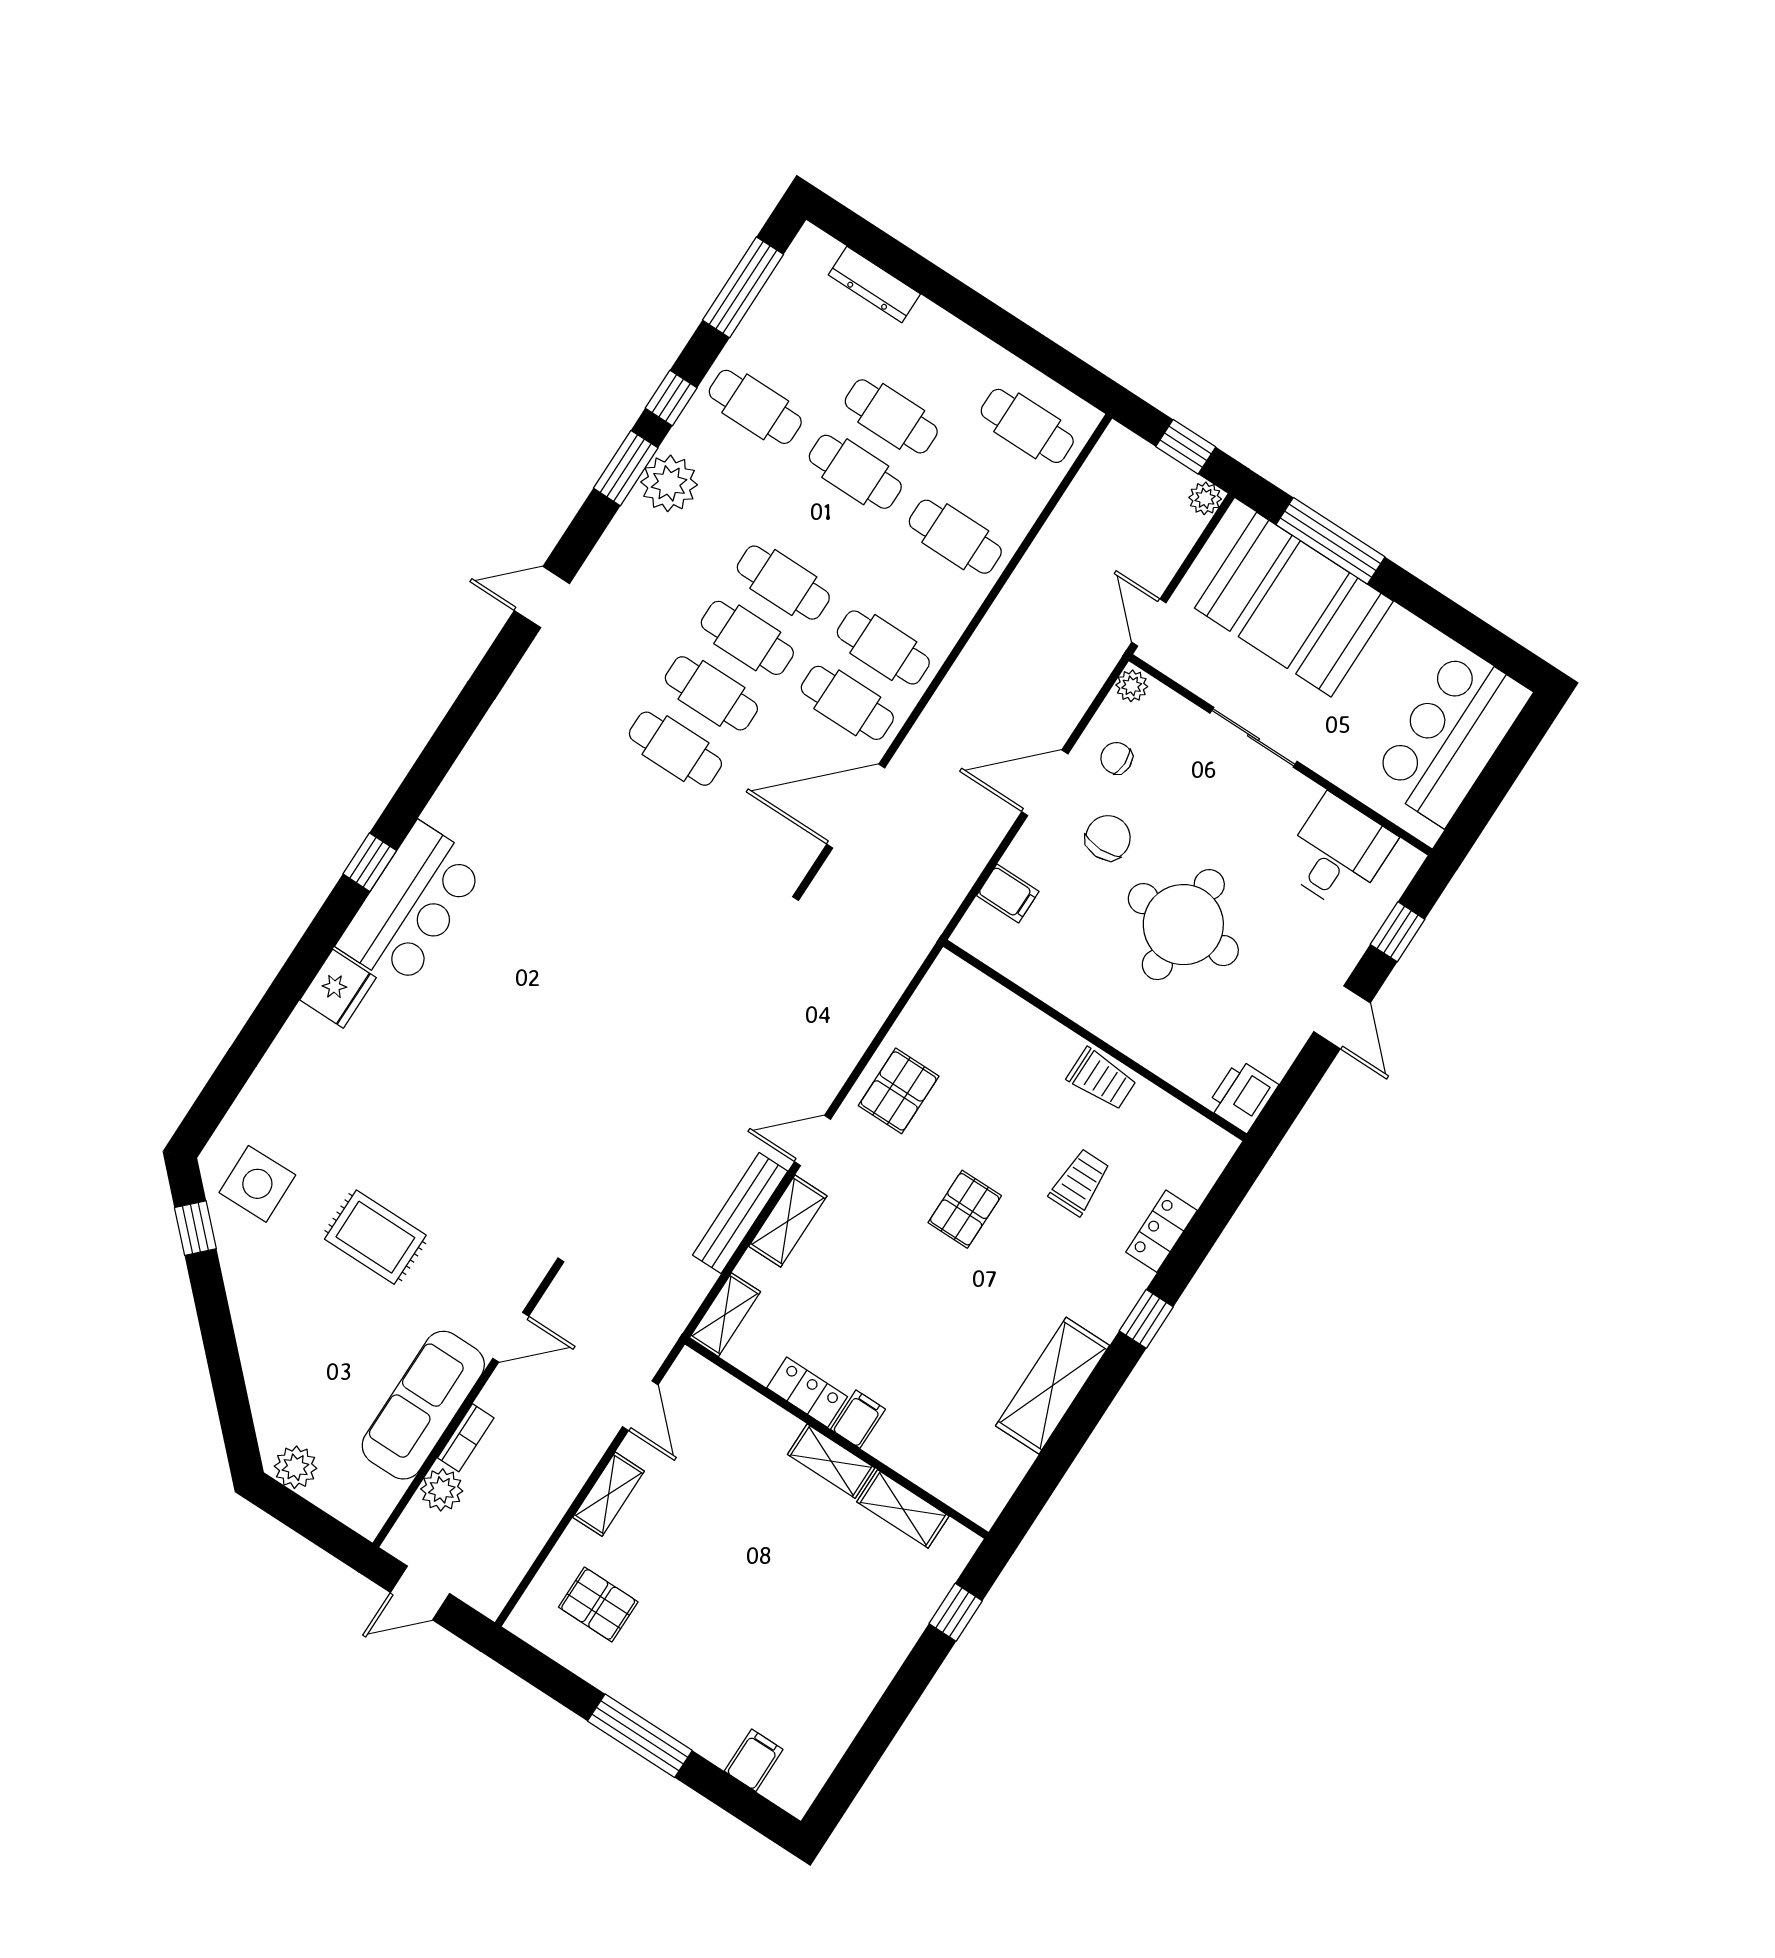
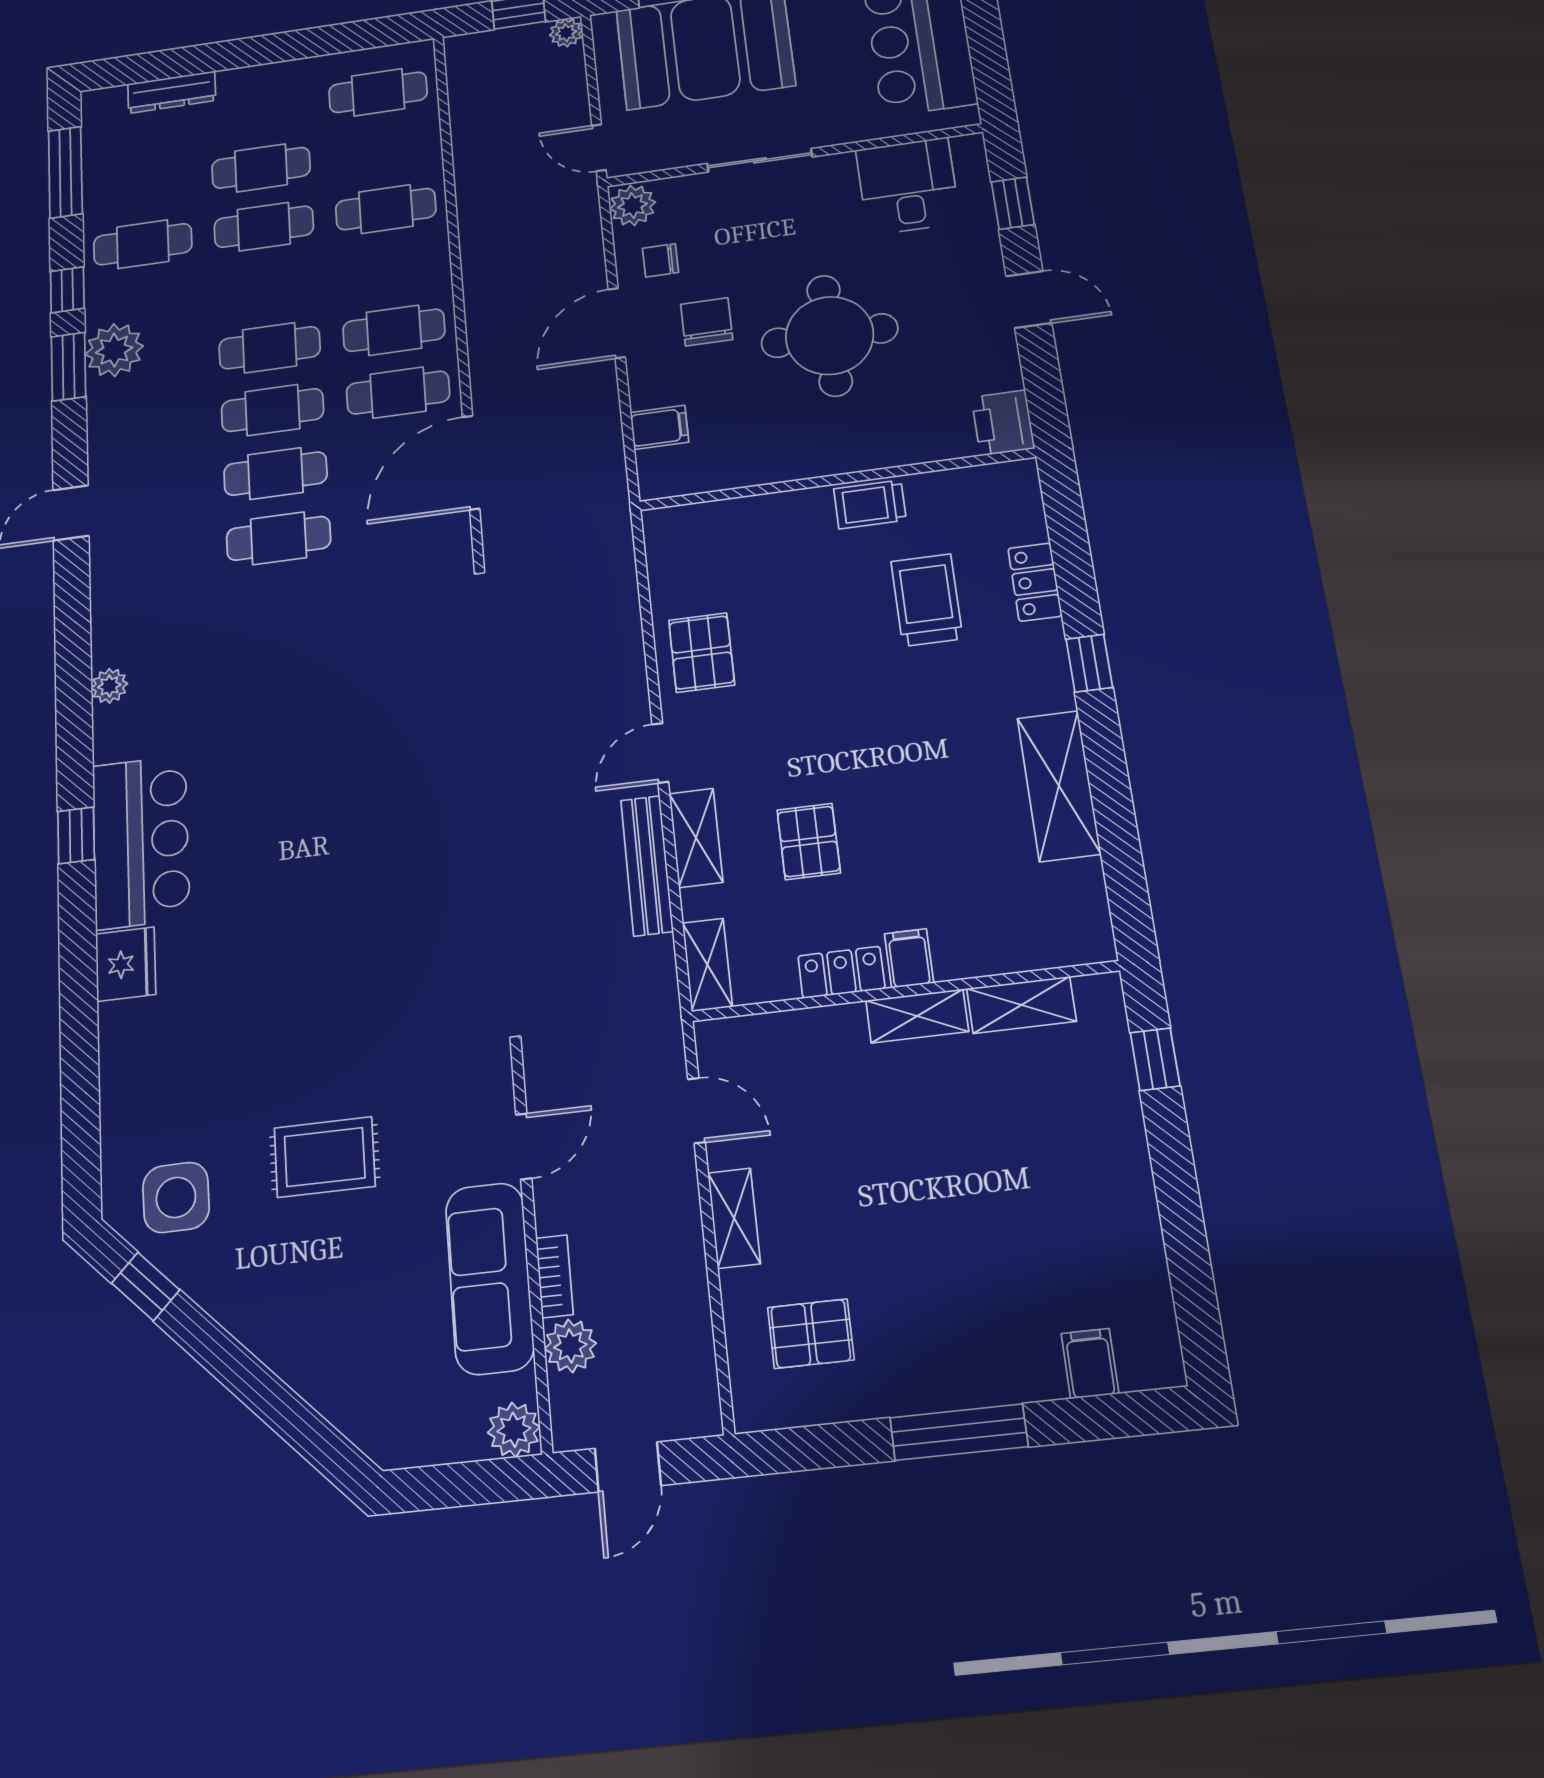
plant: (1132, 686) -> (633, 206), width x1.38, depth x1.38
plant: (473, 764) -> (109, 686), added
trolley: (1102, 1079) -> (870, 504), turned 180
trolley: (1080, 1182) -> (927, 600), width x1.36, depth x1.39
pallet: (965, 1209) -> (809, 841), moved
plant: (296, 1467) -> (514, 1430), moved

